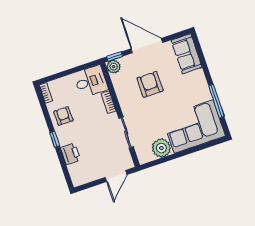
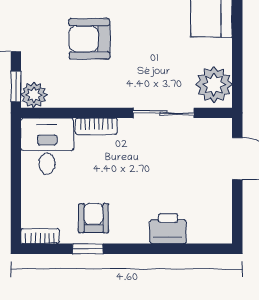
armchair: (63, 116) -> (94, 218), turned 90
window: (55, 139) -> (88, 249), moved
plant: (161, 148) -> (214, 85), moved

